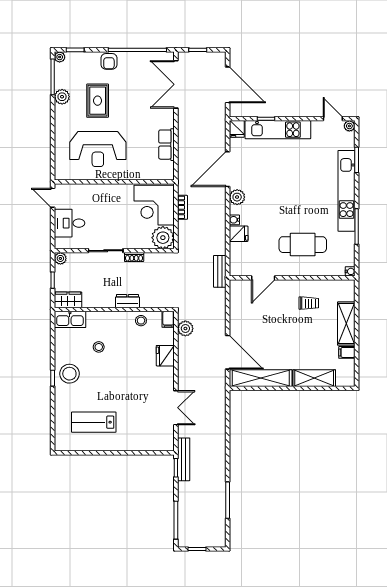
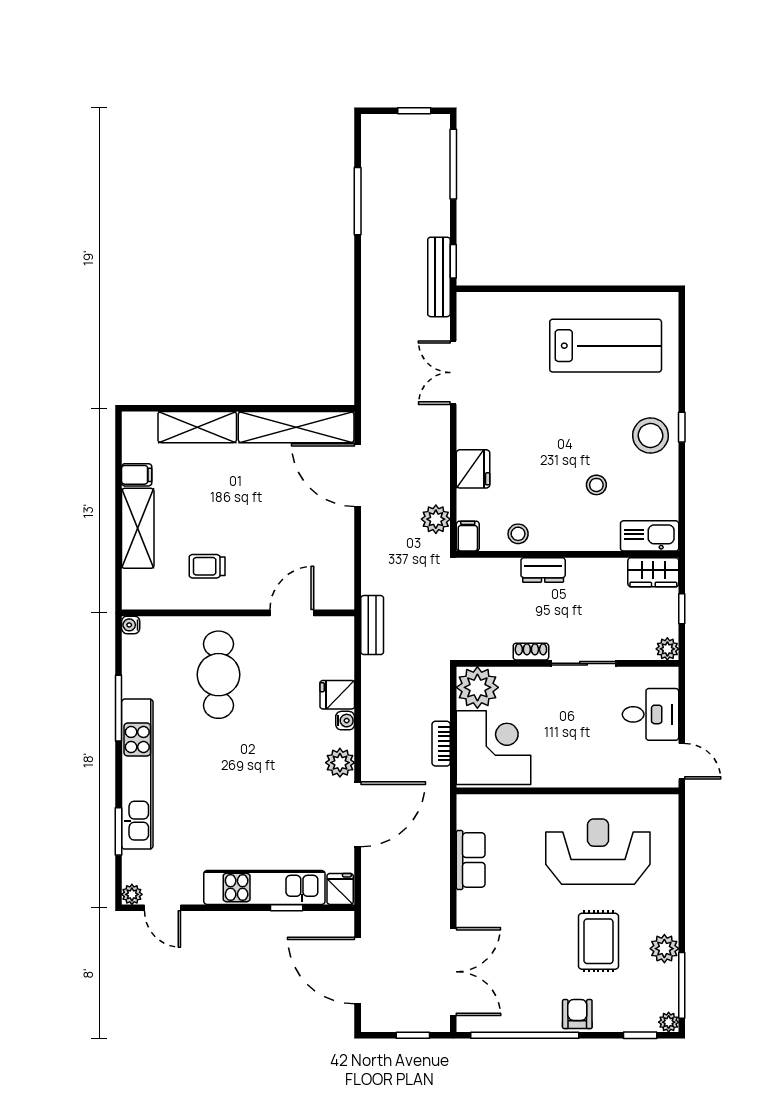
cafe table: (303, 245) -> (218, 675), turned 90
lab bench: (94, 422) -> (606, 346), width x1.36, depth x1.39

